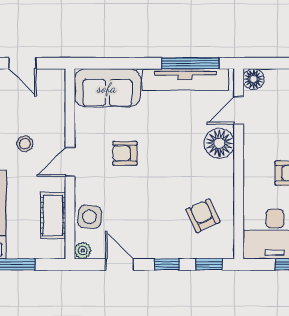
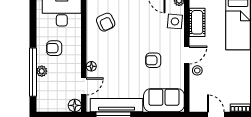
floor lamp: (219, 143) -> (91, 66), width x0.53, depth x0.53
stool: (25, 144) -> (197, 70), moved
armchair: (125, 153) -> (153, 60), turned 180

